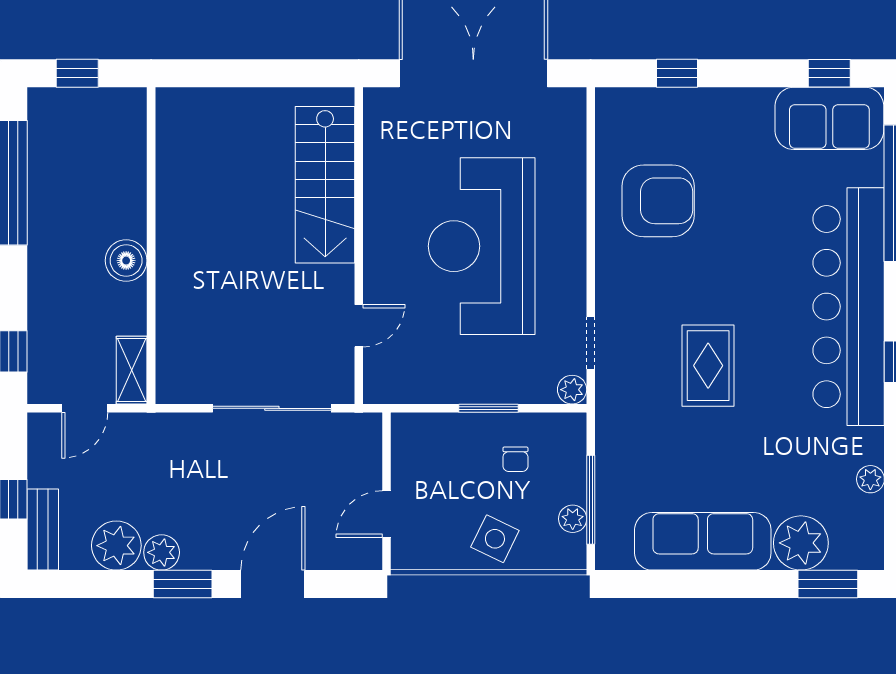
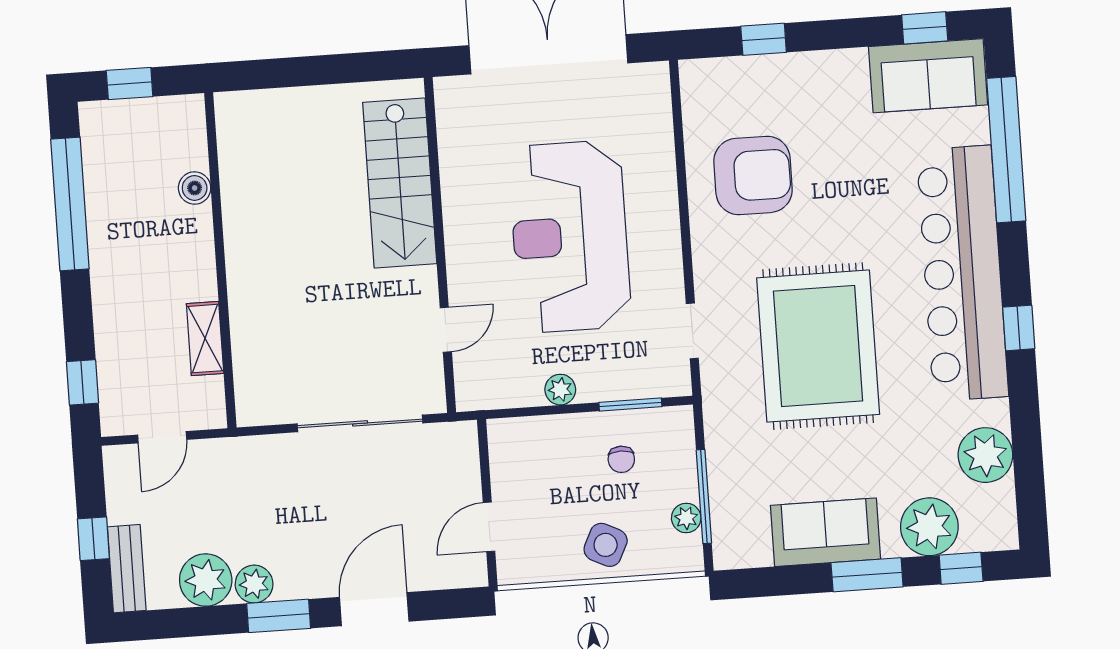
boiler: (126, 261) -> (195, 188), moved, width x0.73, depth x0.73
rug: (708, 366) -> (818, 346), width x1.86, depth x2.06
shelving: (132, 370) -> (205, 339), moved
plant: (572, 390) -> (560, 390), moved
window: (489, 408) -> (630, 404), moved
plant: (870, 479) -> (985, 455), width x1.88, depth x1.88
sofa: (703, 541) -> (826, 532), width x0.73
window: (739, 584) -> (867, 575), added
window: (828, 584) -> (961, 568), width x0.67

